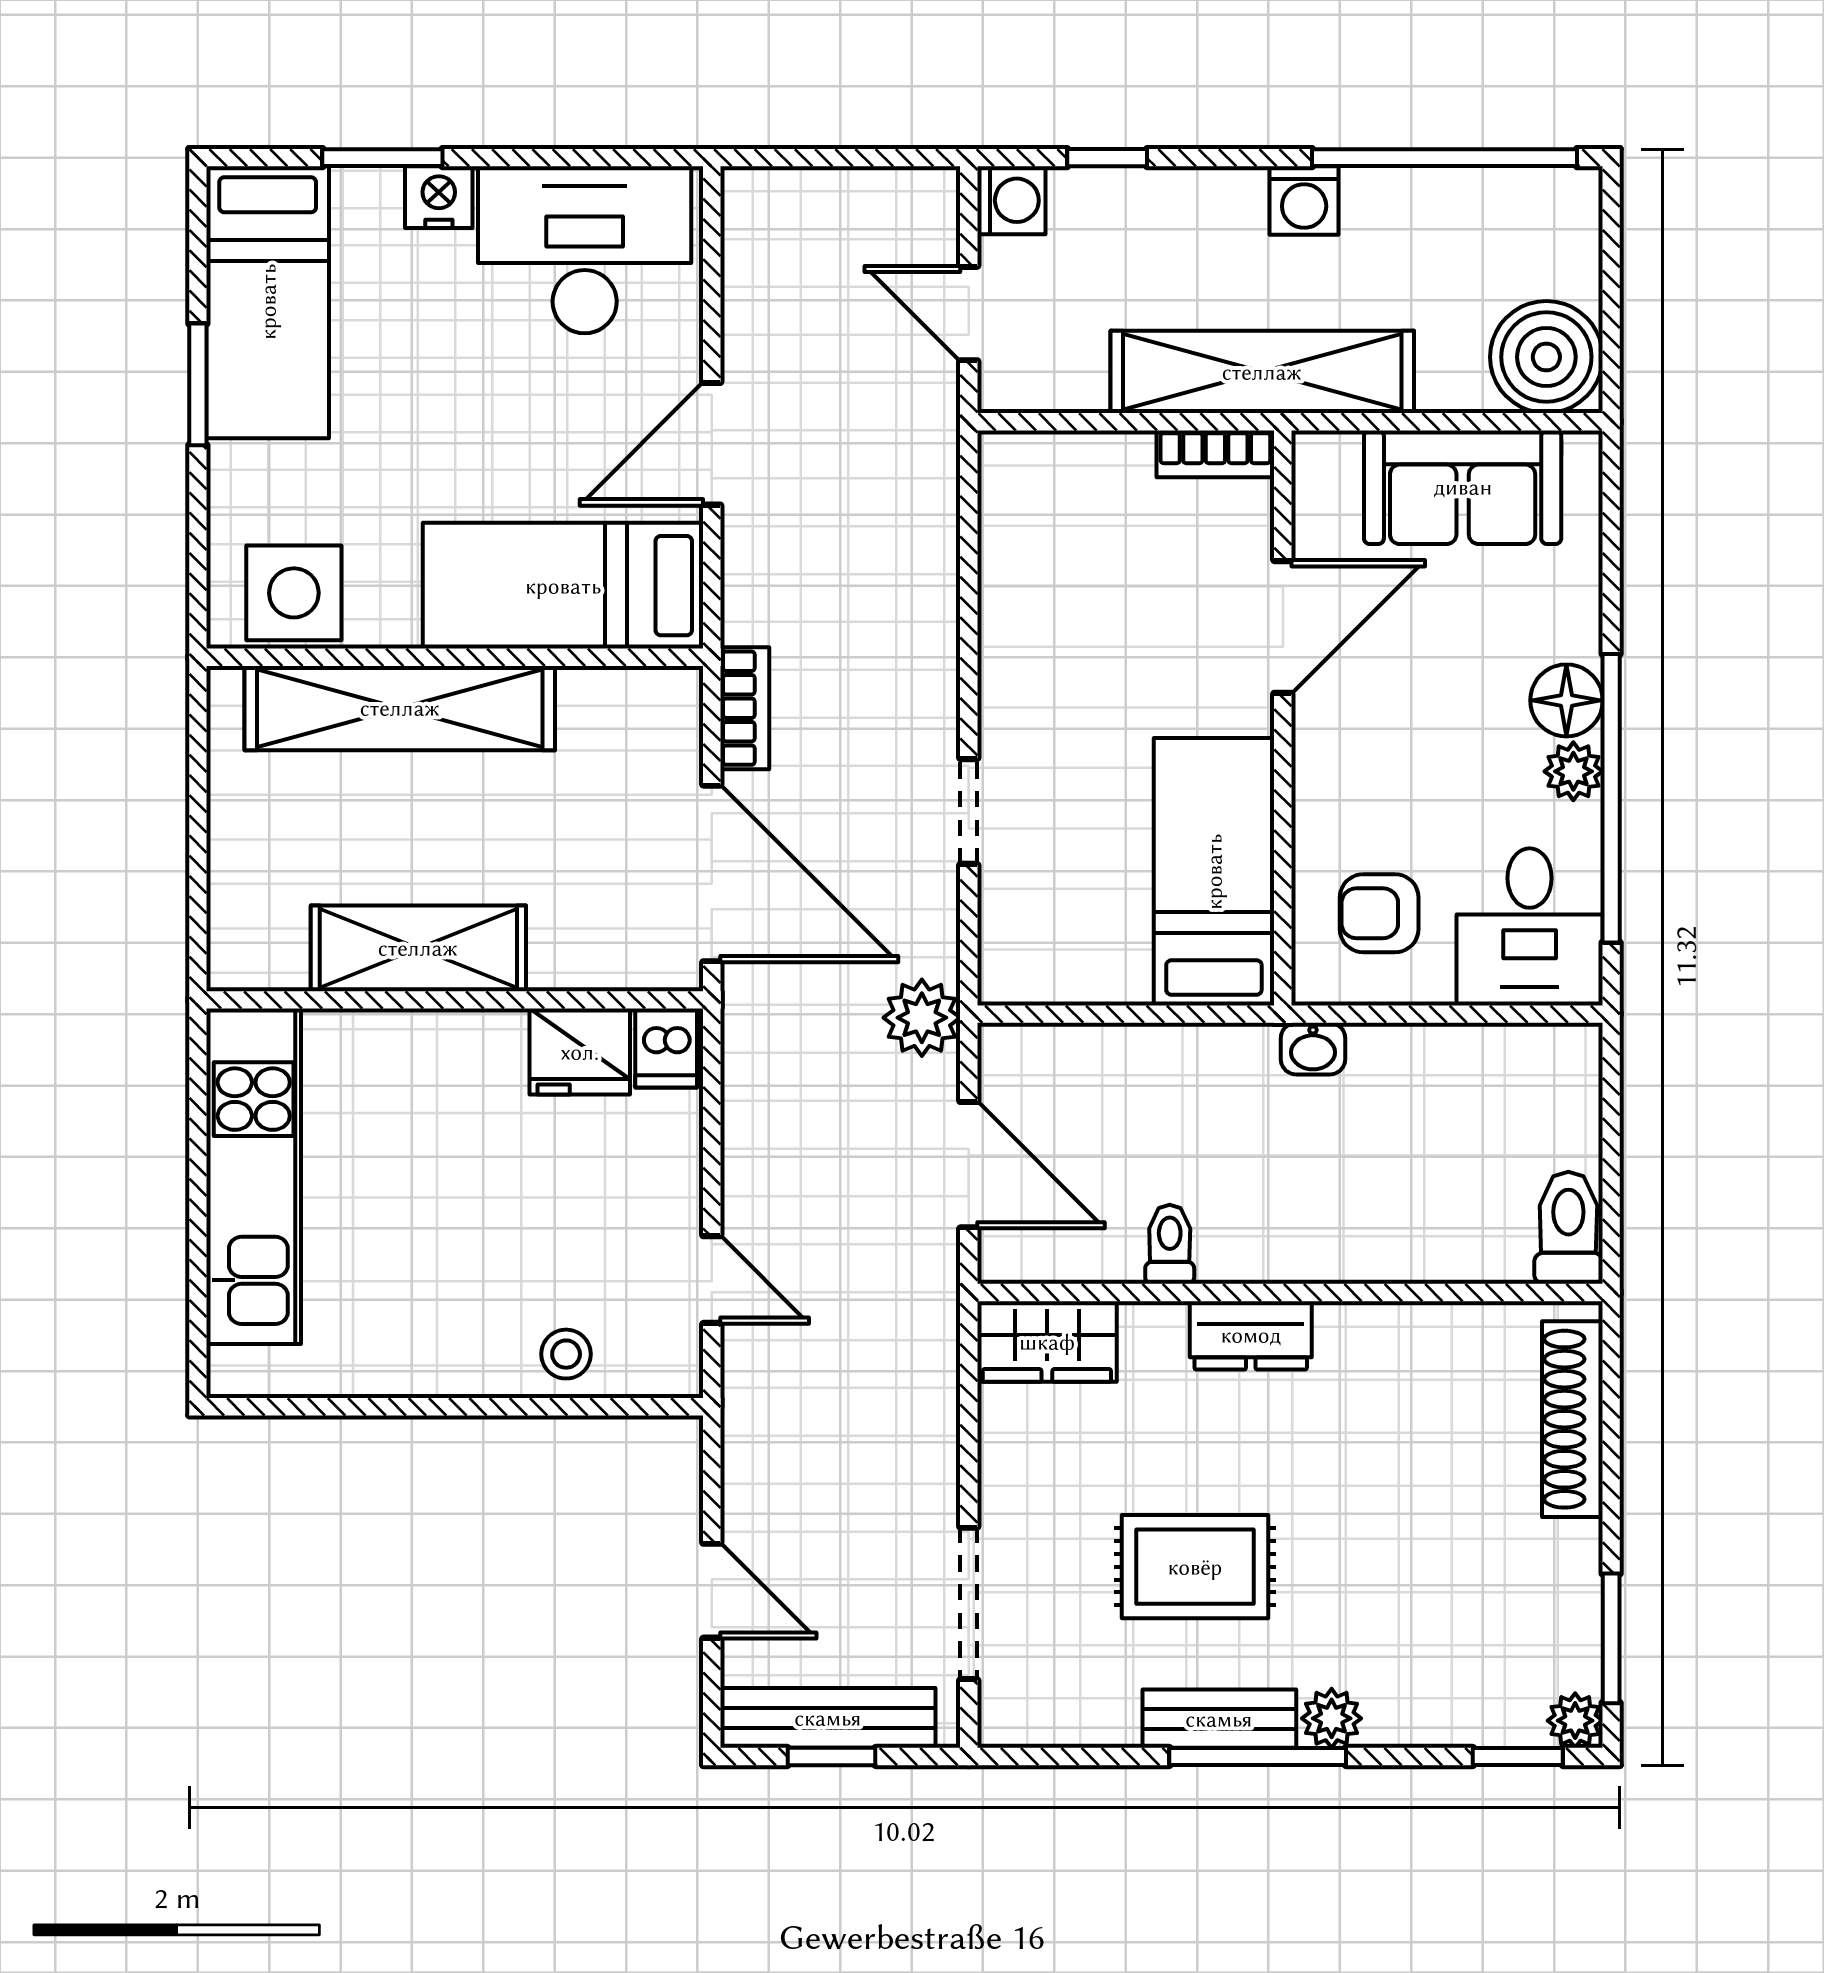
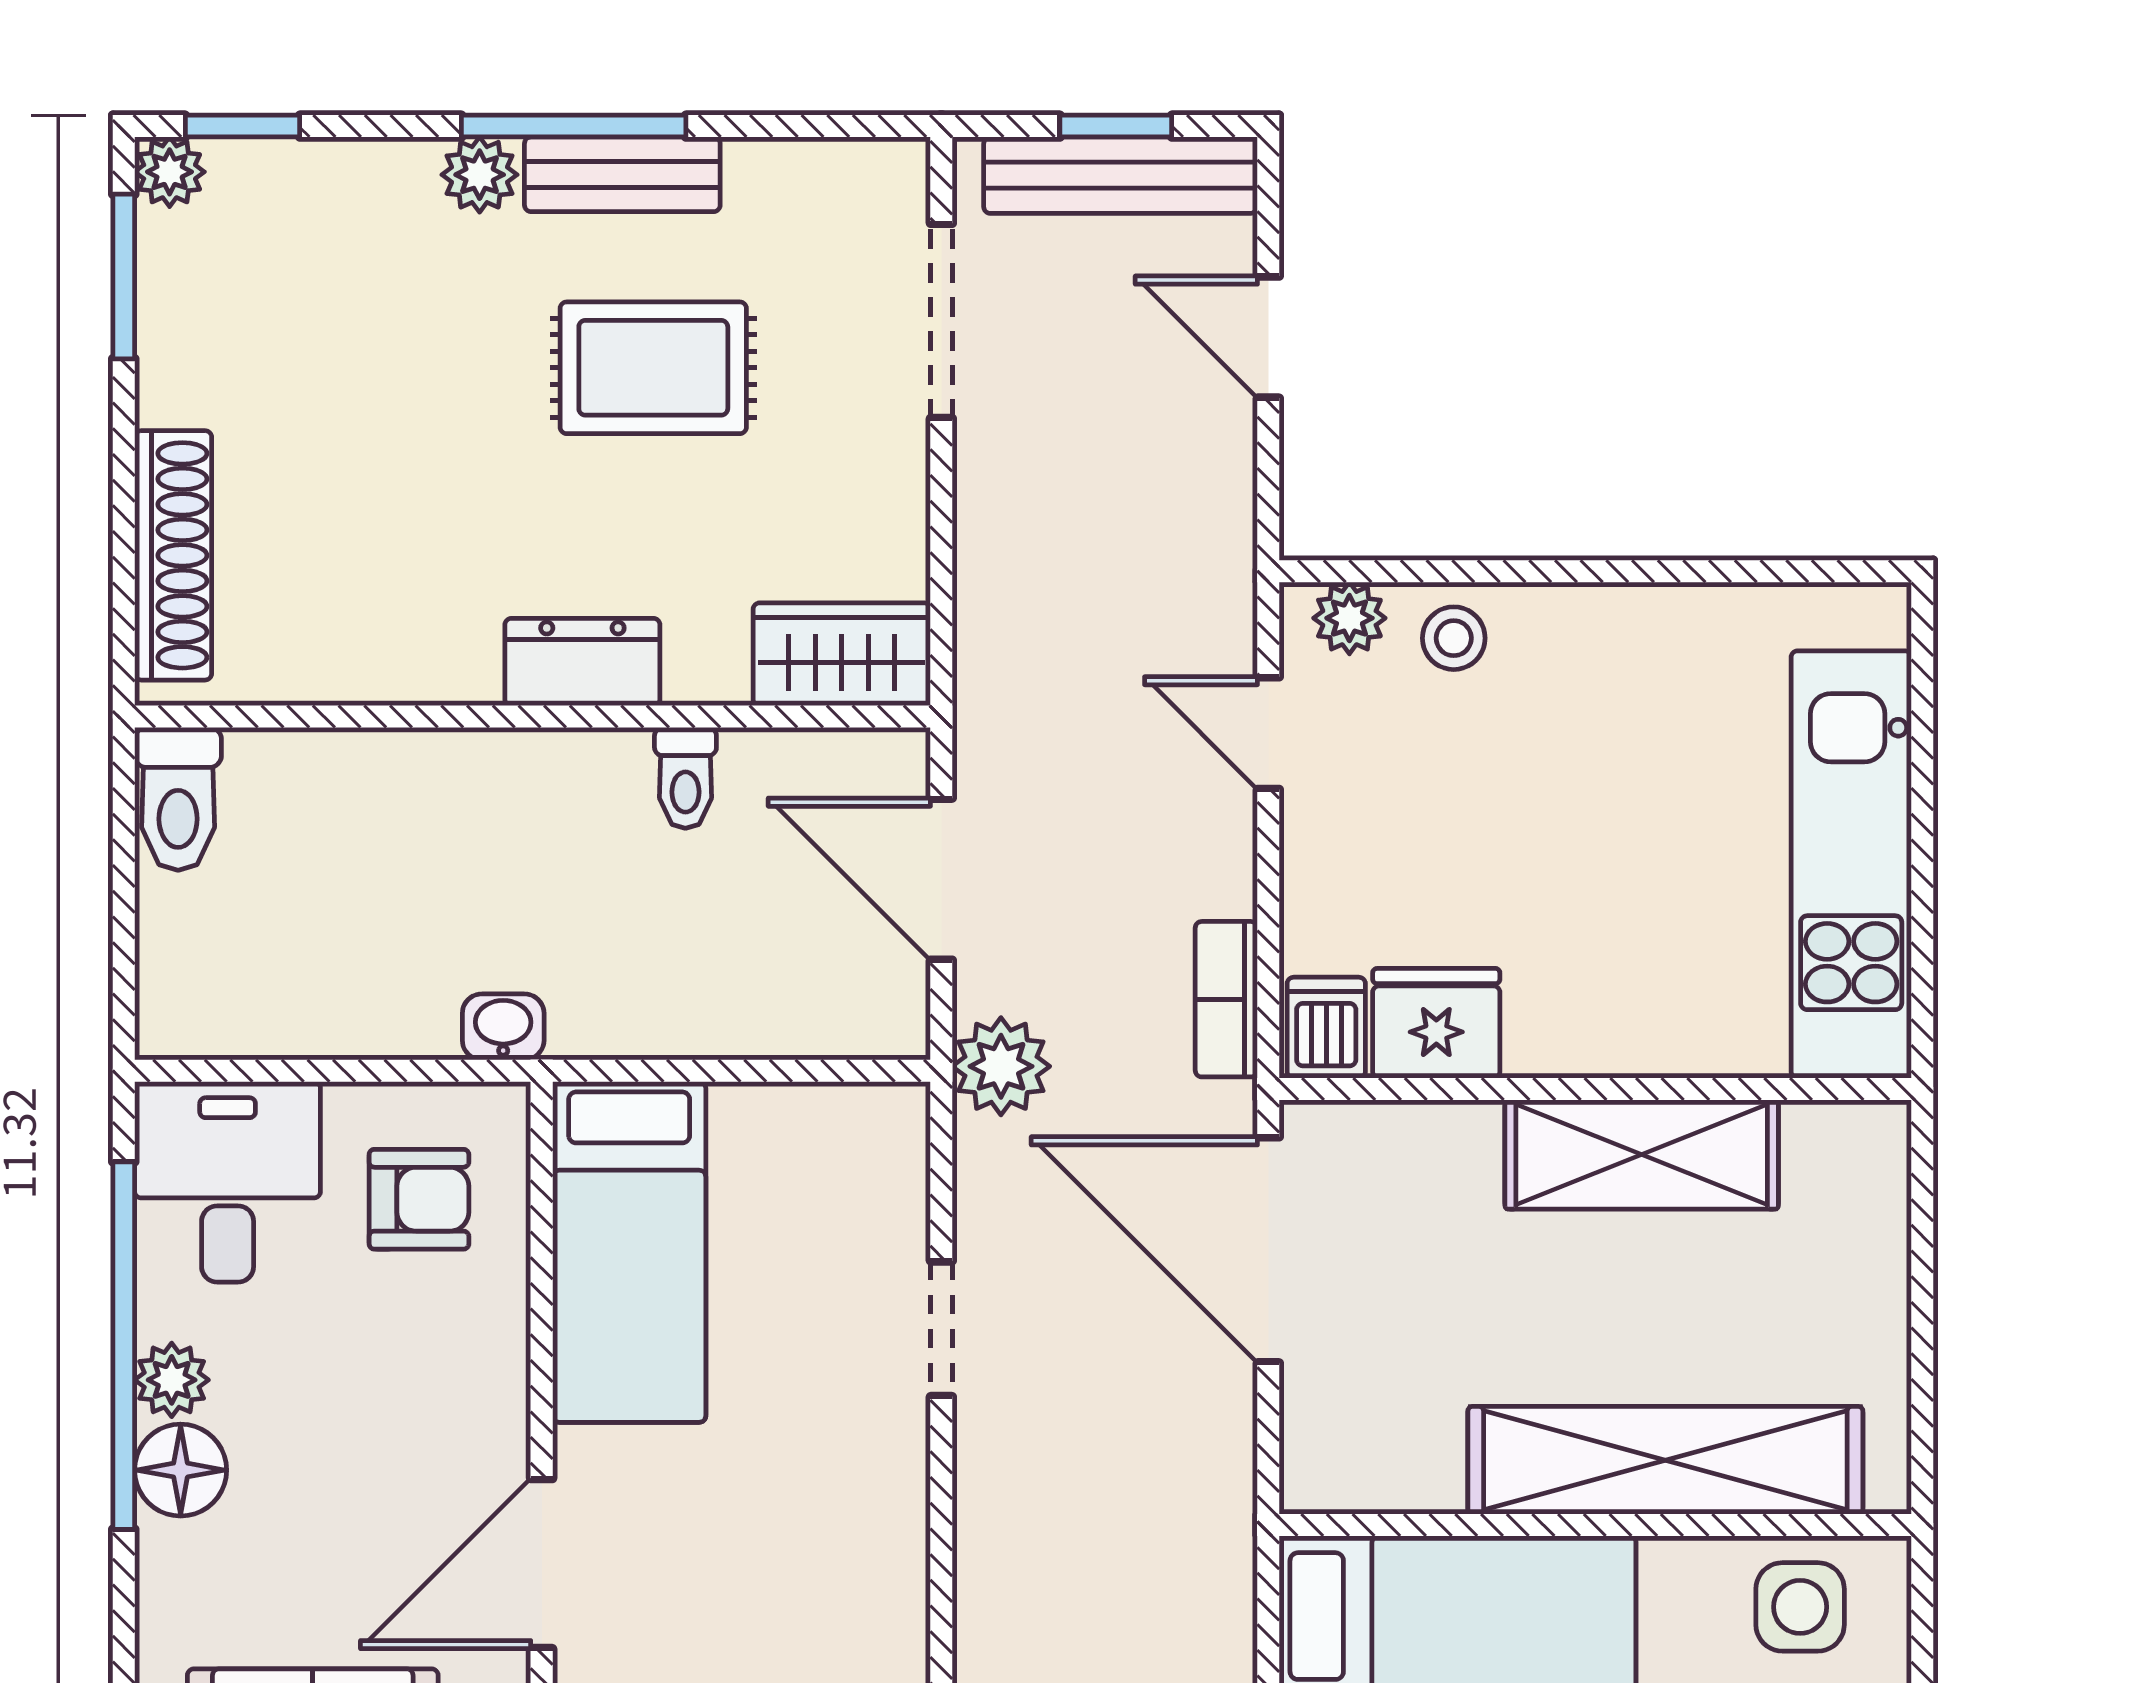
side table: (294, 593) -> (1800, 1607), width x0.73, depth x0.73
bookcase: (745, 708) -> (1226, 999), moved
plant: (648, 1370) -> (1349, 618), added

